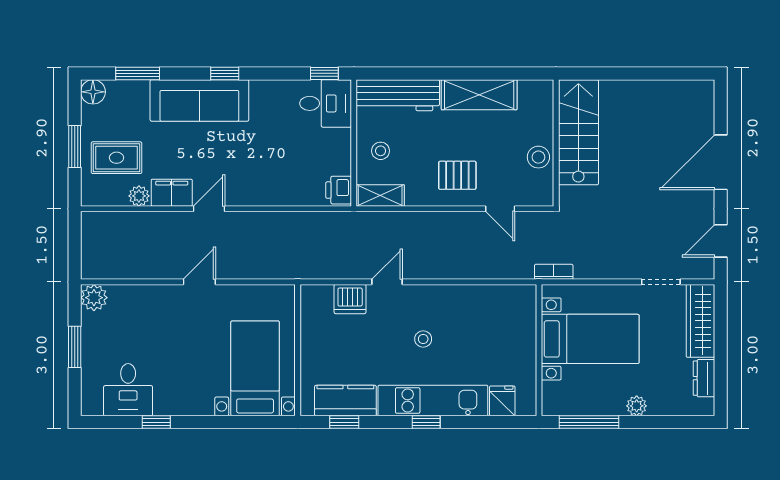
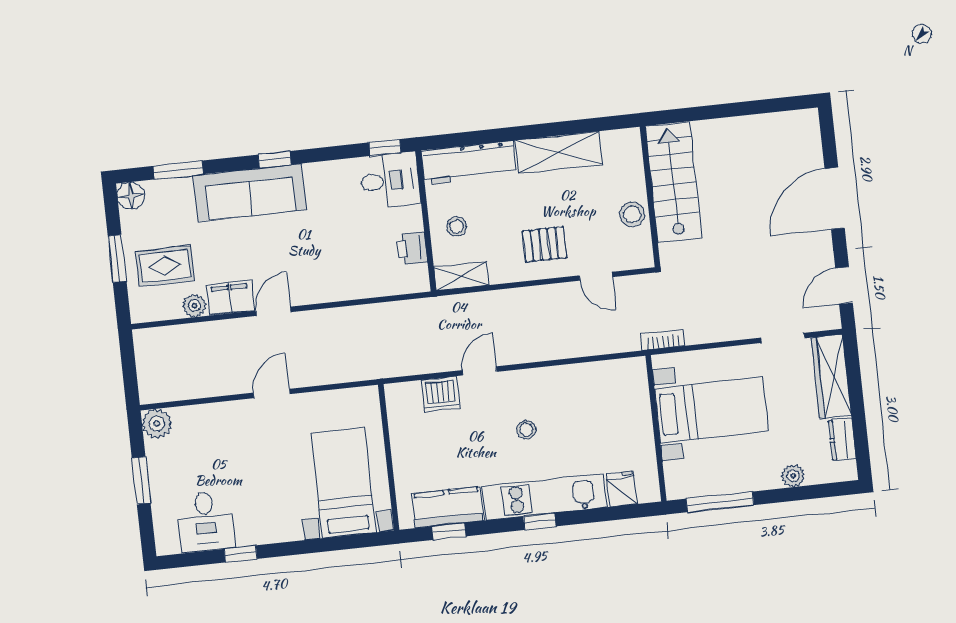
printer: (339, 190) -> (412, 248), moved
plant: (637, 406) -> (793, 476), moved

